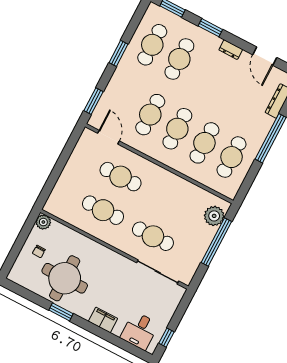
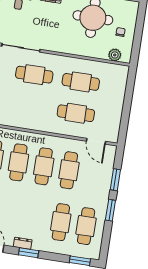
window: (210, 28) -> (29, 253), moved
window: (94, 101) -> (115, 180), moved
plant: (43, 222) -> (115, 55), moved

